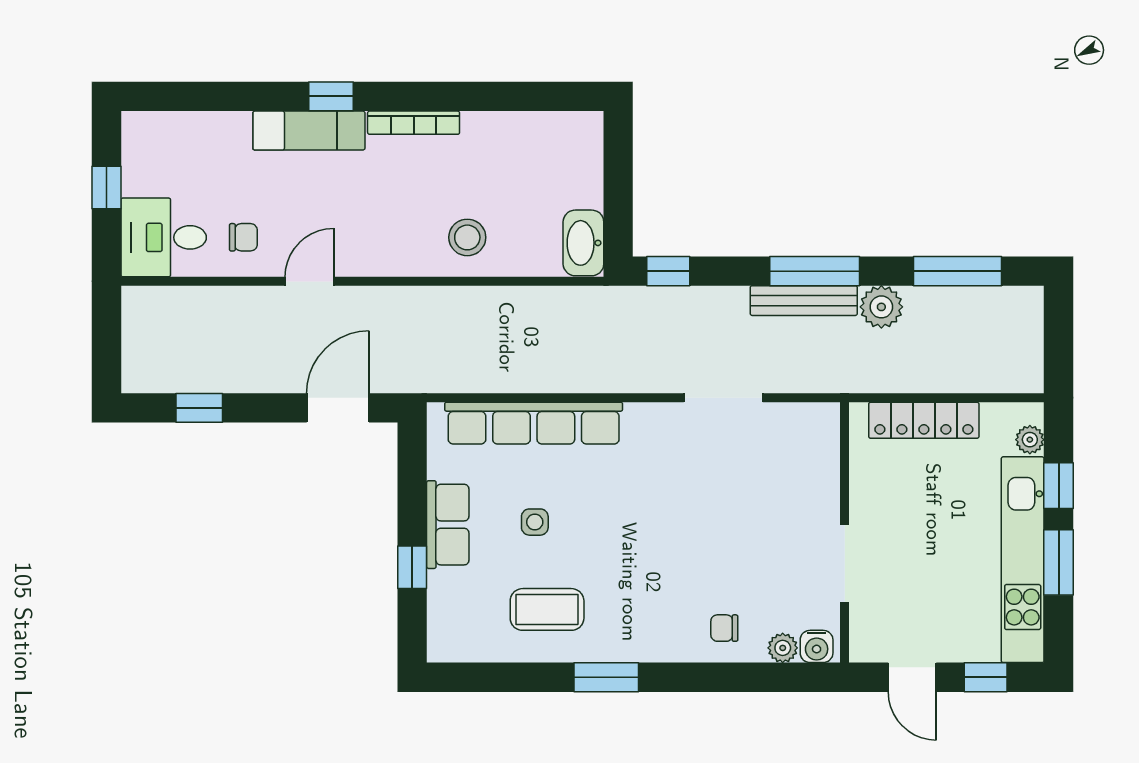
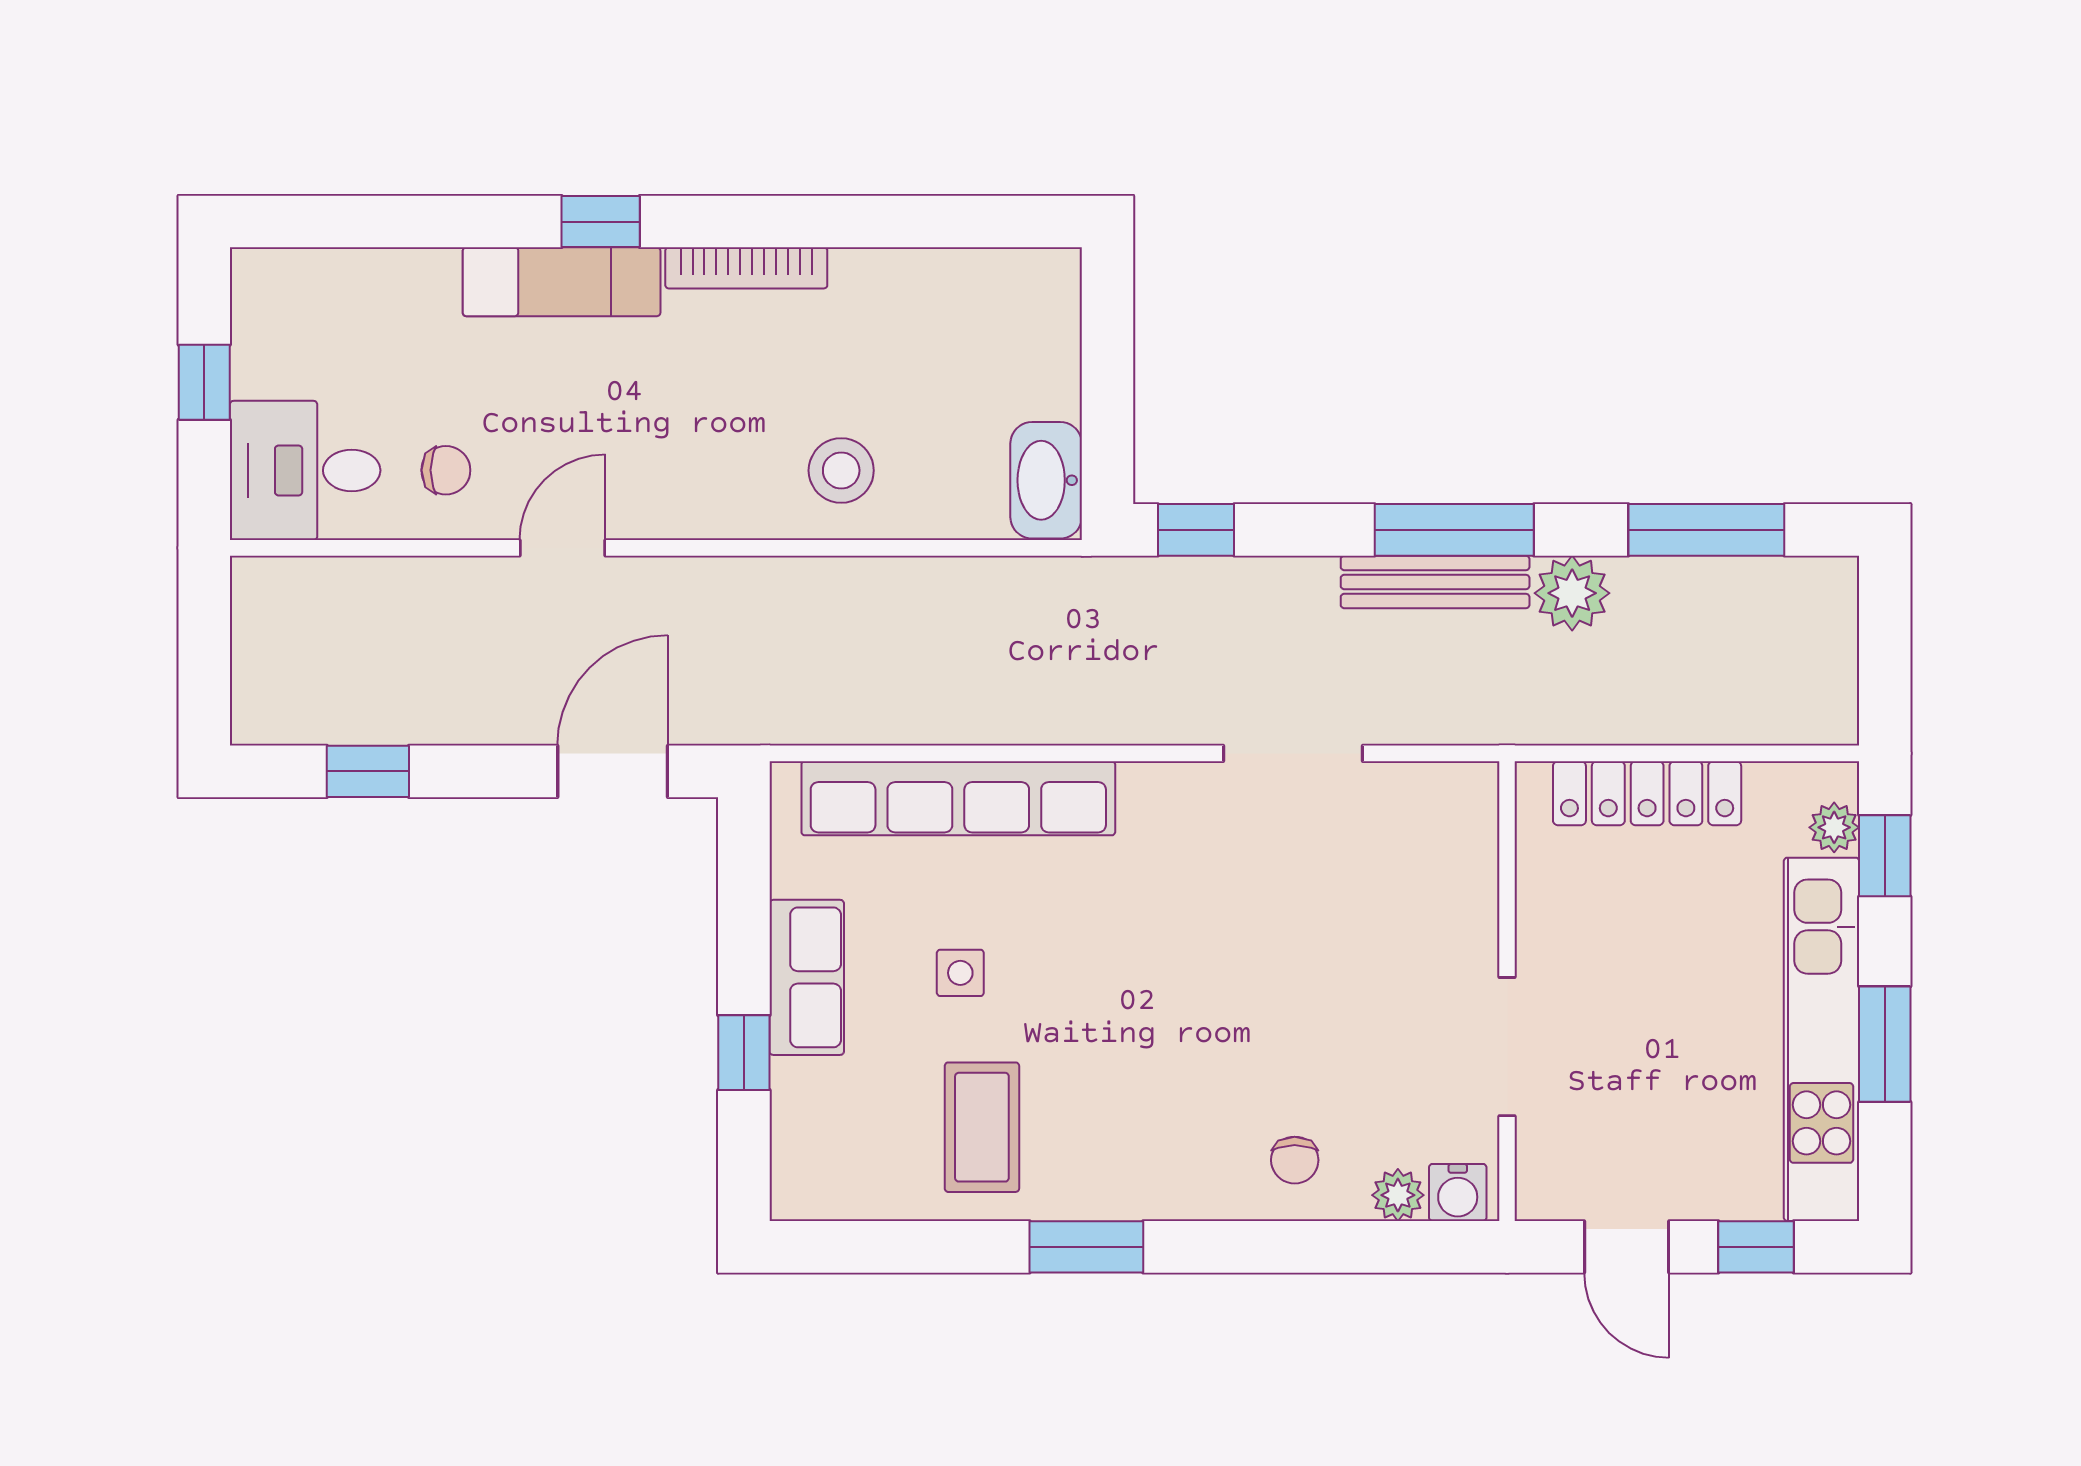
window: (1059, 486) -> (1885, 856), moved
coffee table: (547, 609) -> (982, 1127), turned 90
chair: (724, 628) -> (1295, 1160), turned -90

